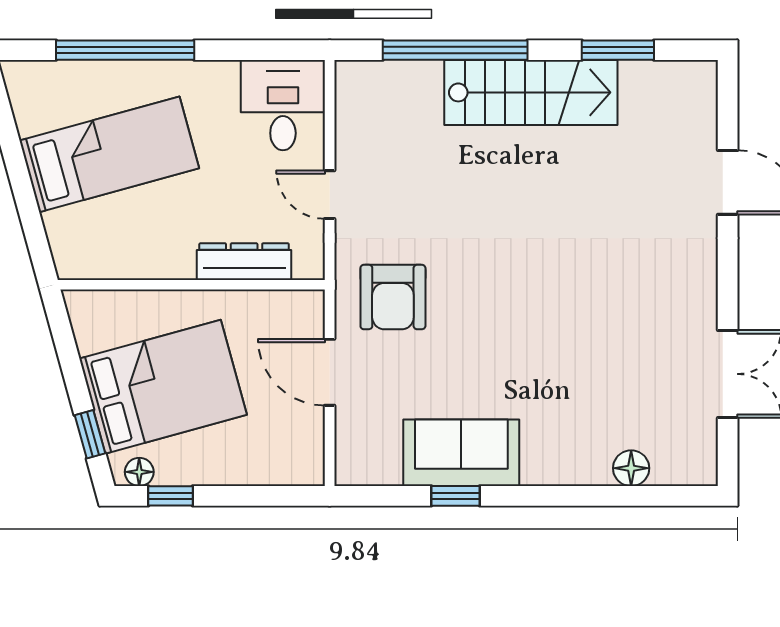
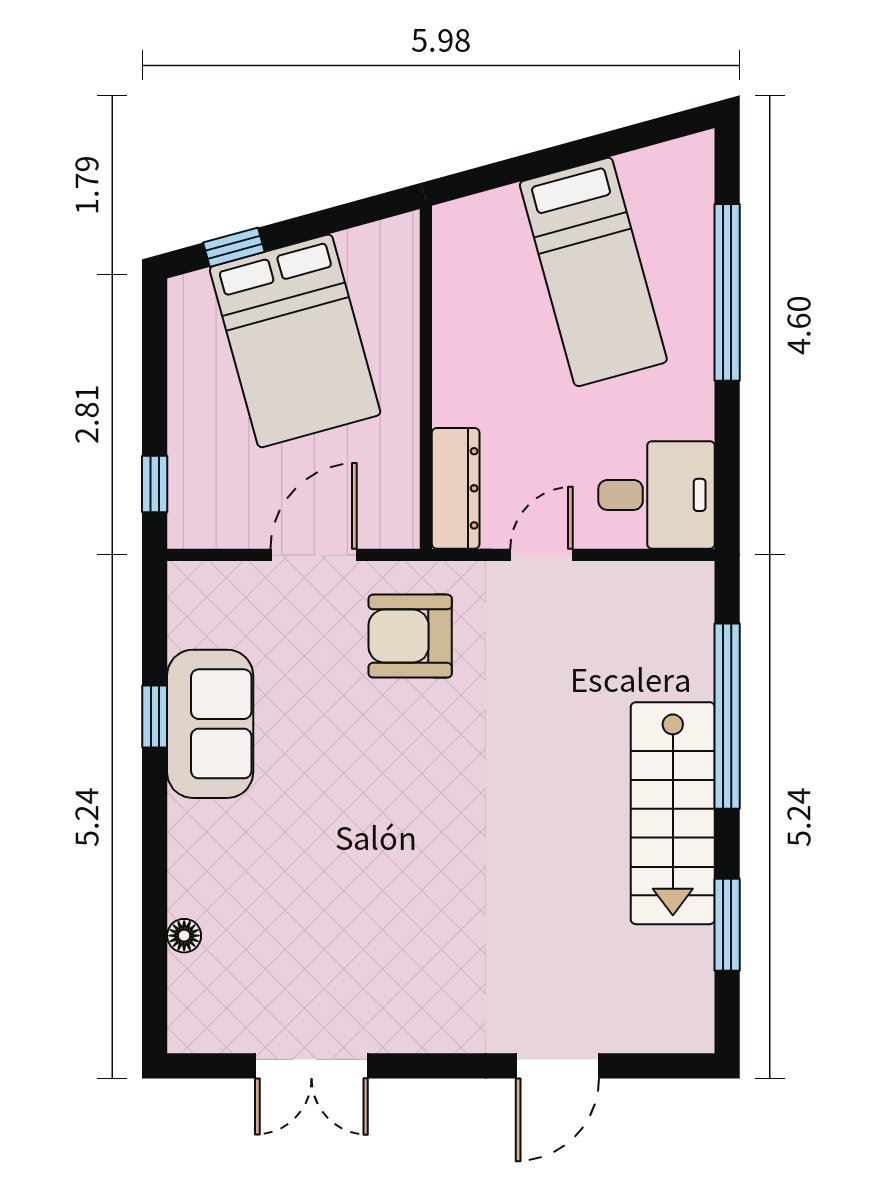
dresser: (244, 262) -> (456, 488), moved
floor lamp: (631, 468) -> (184, 936), width x0.73, depth x0.73
floor lamp: (139, 472) -> (186, 310), removed
window: (171, 496) -> (155, 484), moved

